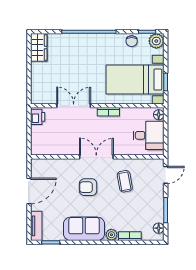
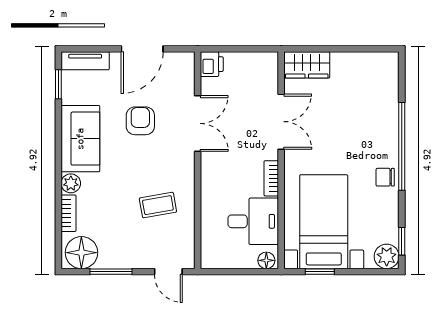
chair: (132, 41) -> (385, 177), moved
wardrobe: (39, 47) -> (307, 65), moved
printer: (38, 117) -> (212, 64), moved, turned -90
desk: (148, 135) -> (253, 221), moved, turned -90
double door: (96, 157) -> (198, 123), moved
armchair: (88, 187) -> (140, 121), moved
door: (29, 191) -> (142, 49), hinge flipped
floor lamp: (159, 228) -> (81, 253), width x1.89, depth x1.89

